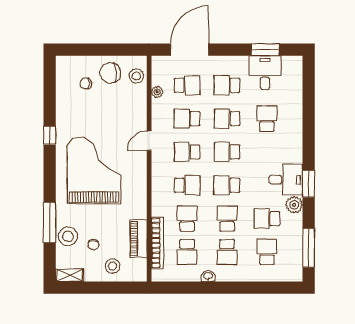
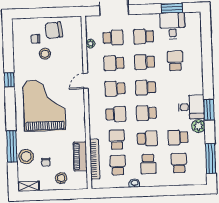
stool: (136, 76) -> (45, 54), moved
school desk: (227, 219) -> (147, 139), turned 90
school desk: (187, 252) -> (118, 165), turned 180

